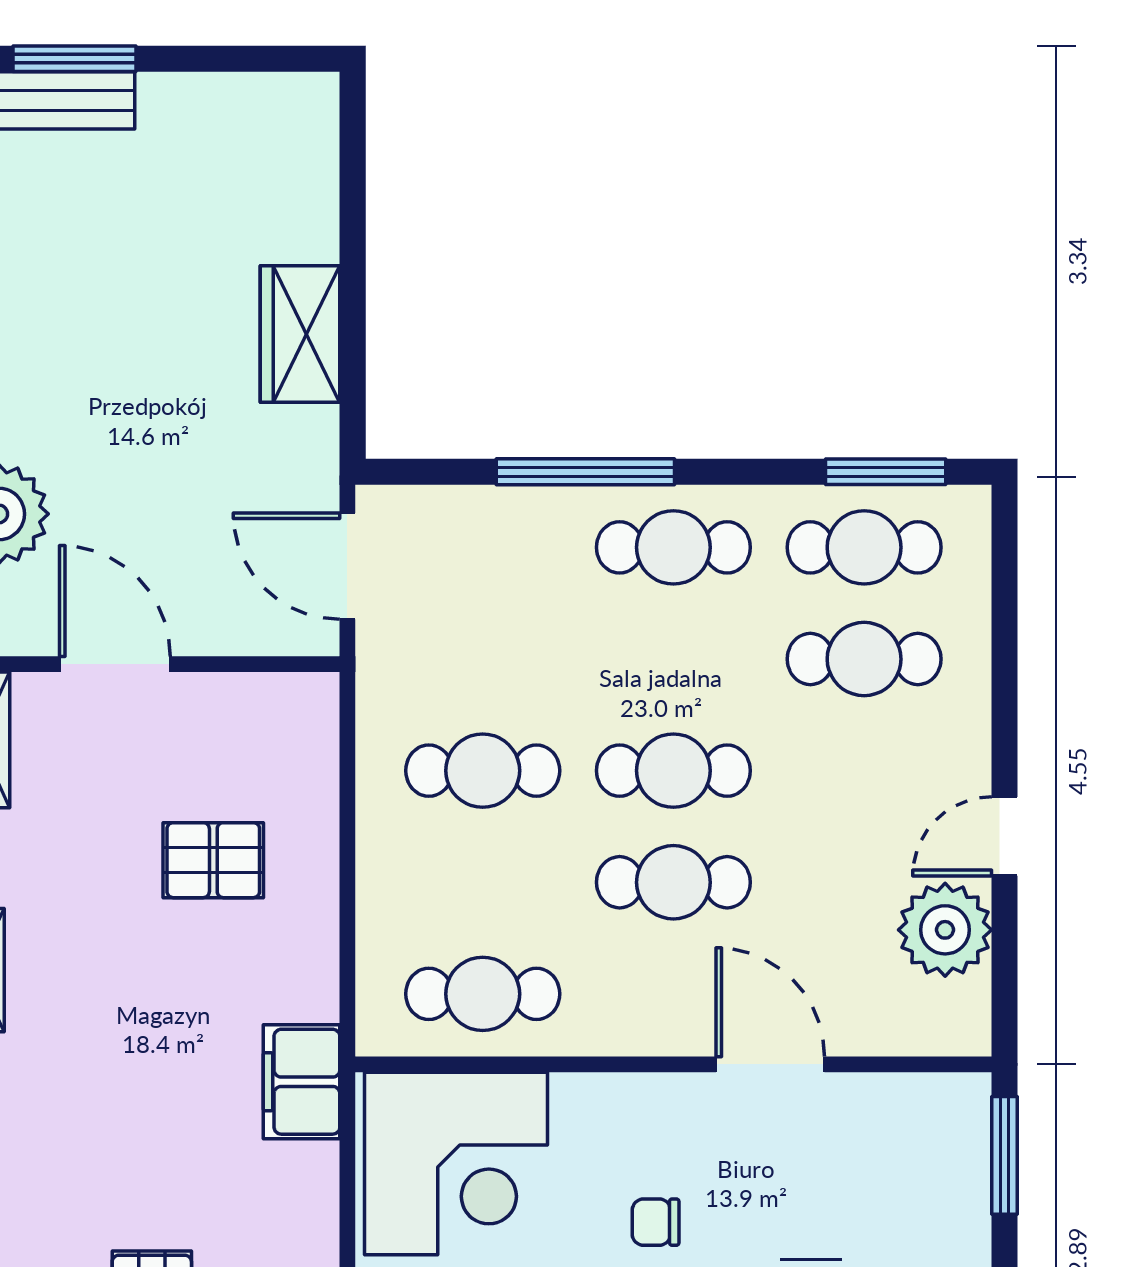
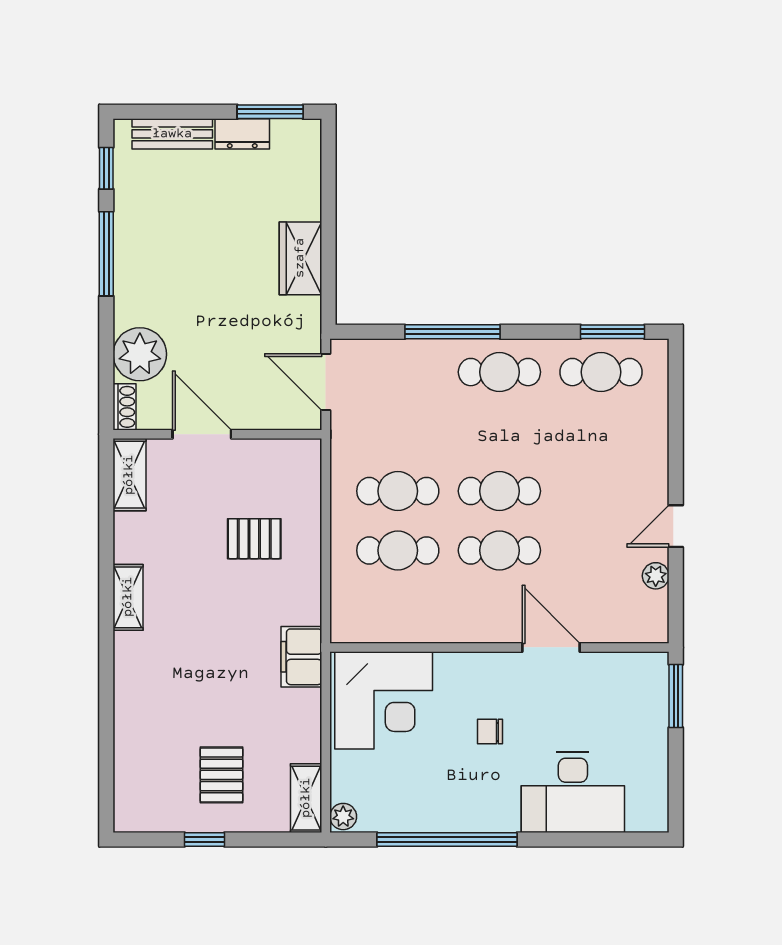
window: (74, 59) -> (270, 112), moved
dresser: (191, 100) -> (242, 134), added
cafe table: (864, 659) -> (601, 432), removed
plant: (945, 930) -> (656, 576), width x0.53, depth x0.53
cafe table: (483, 994) -> (398, 550), moved

